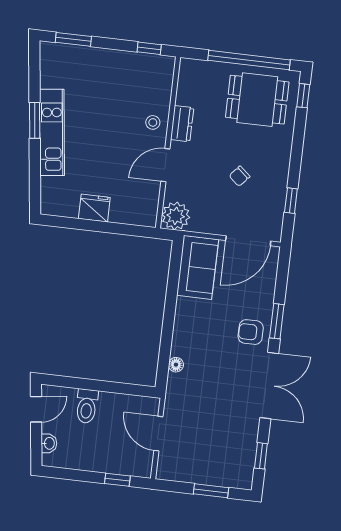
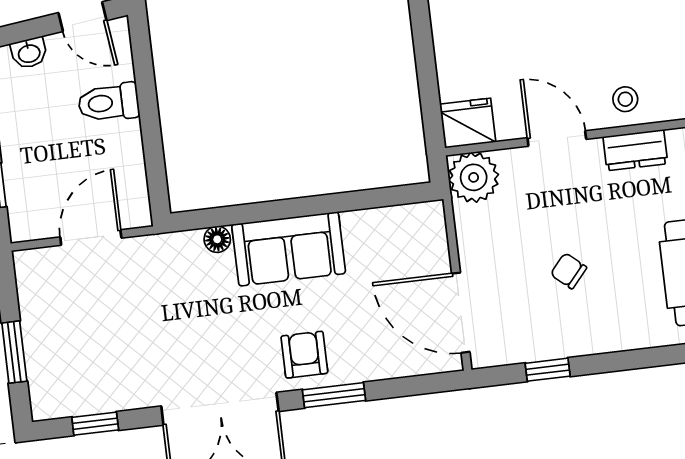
fridge: (94, 208) -> (468, 123), moved, turned -90
sofa: (198, 267) -> (289, 249), moved

